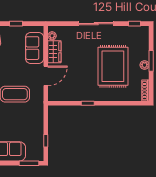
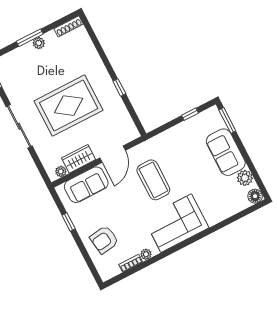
rug: (113, 66) -> (69, 106), moved
door: (46, 76) -> (113, 154), swing flipped

